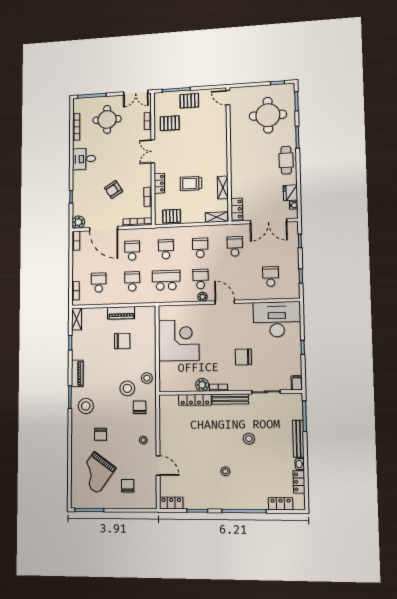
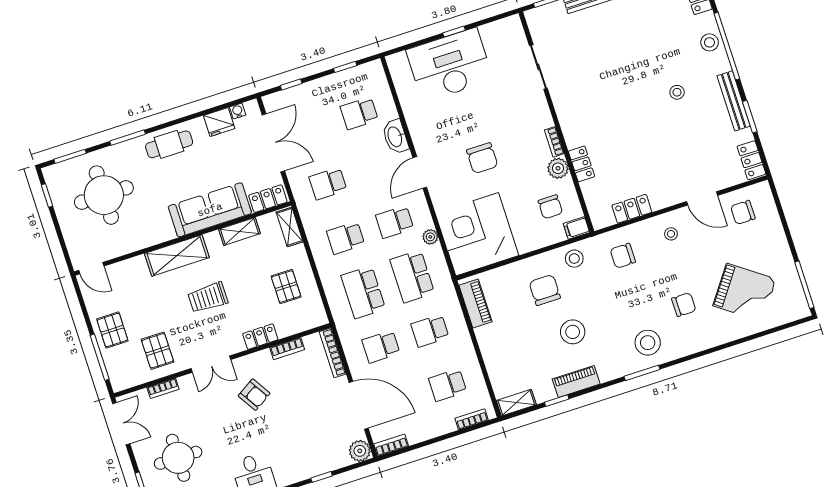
door: (228, 98) -> (91, 268), hinge flipped
shelving: (220, 148) -> (177, 255), added
sofa: (241, 174) -> (210, 210), added
trolley: (191, 183) -> (208, 298), moved, turned 90
armchair: (114, 190) -> (254, 395), moved
pallet: (171, 216) -> (286, 287), moved
door: (104, 229) -> (359, 405), hinge flipped
school desk: (166, 249) -> (363, 292), width x1.85
washbasin: (250, 294) -> (395, 137), added
plant: (203, 297) -> (430, 237), moved
piano: (121, 313) -> (475, 304), moved
desk: (277, 319) -> (450, 65), moved, turned 90
corner desk: (179, 340) -> (477, 234), moved
chair: (122, 341) -> (545, 290), moved
chair: (243, 357) -> (482, 158), moved
piano: (77, 373) -> (576, 382), moved
chair: (181, 373) -> (550, 207), added
filing cabinet: (297, 383) -> (576, 228), moved
stool: (127, 388) -> (573, 332), moved
bench: (230, 399) -> (734, 101), moved
locker: (195, 400) -> (581, 164), width x0.66
locker: (165, 421) -> (632, 209), added
stool: (249, 439) -> (710, 42), moved
door: (158, 466) -> (702, 198), swing flipped
chair: (128, 486) -> (743, 212), moved

